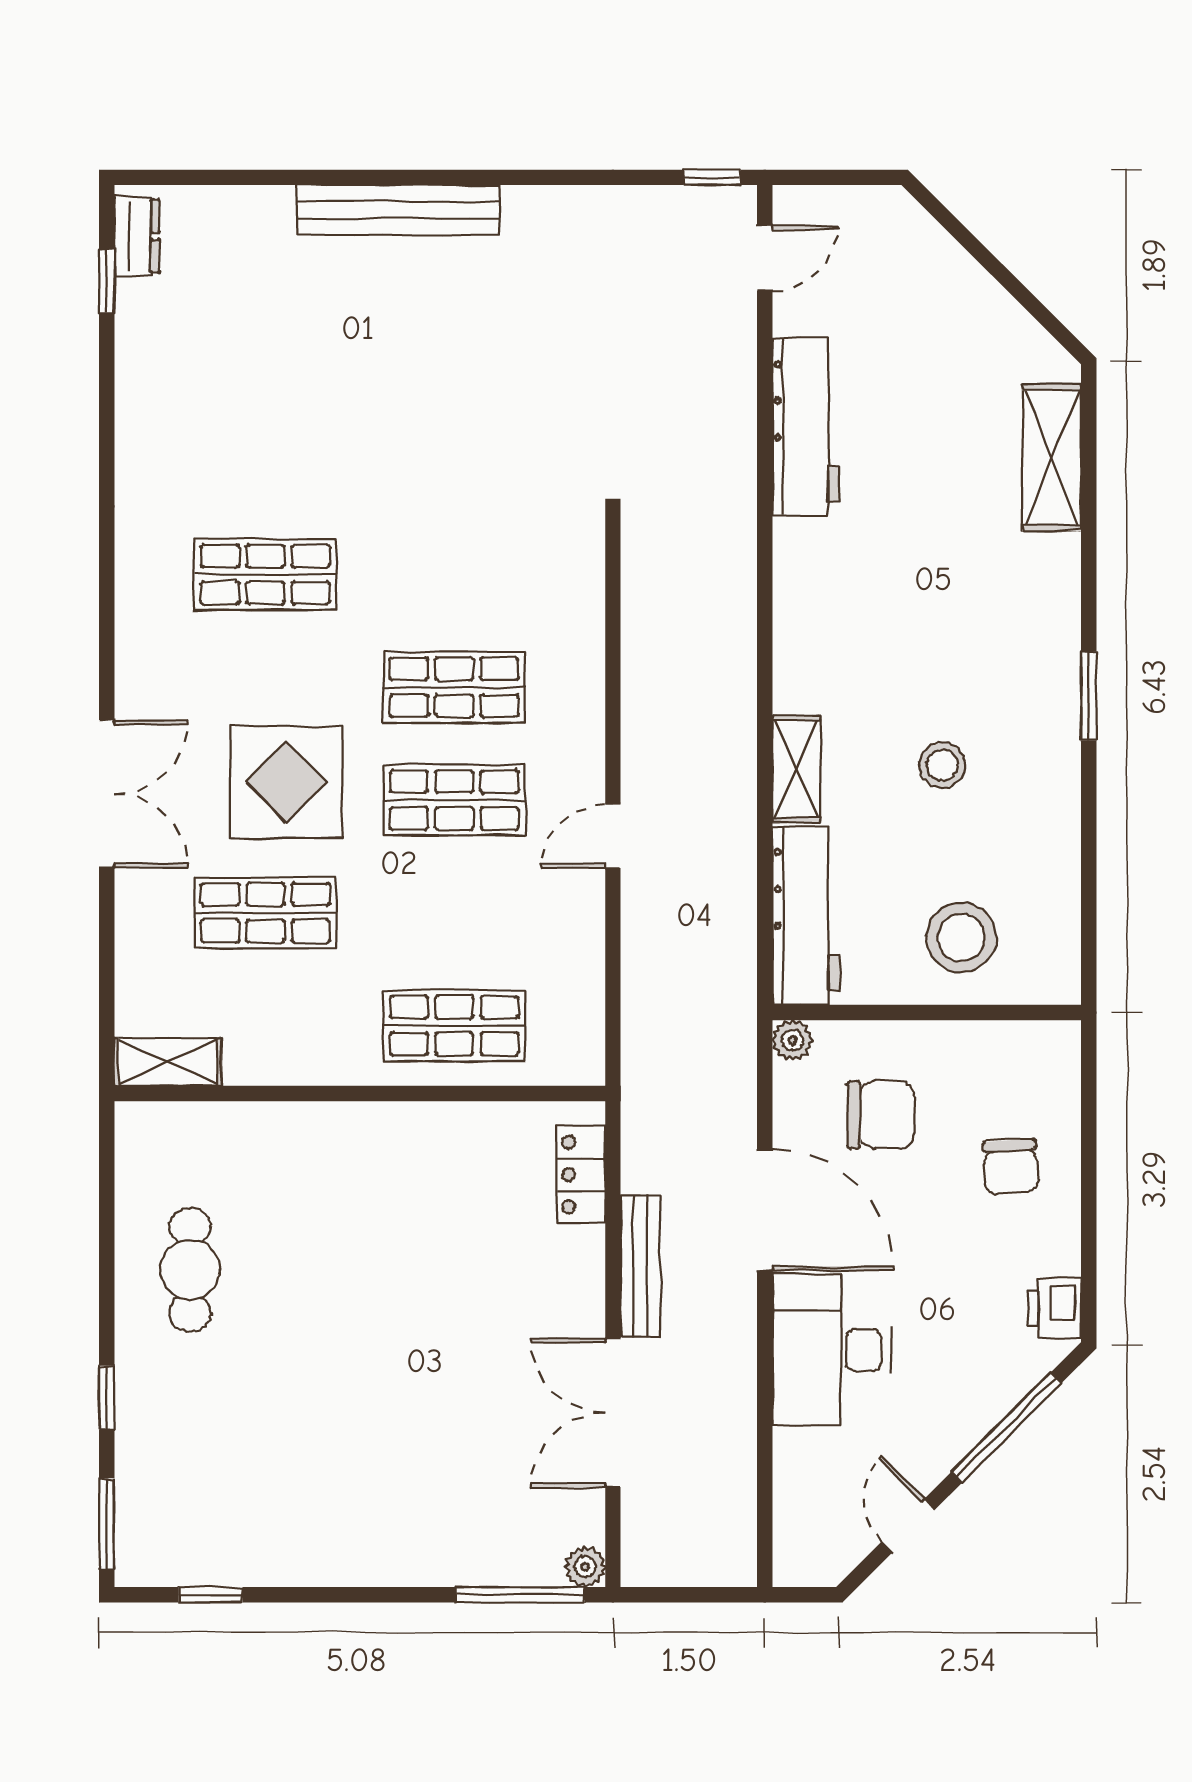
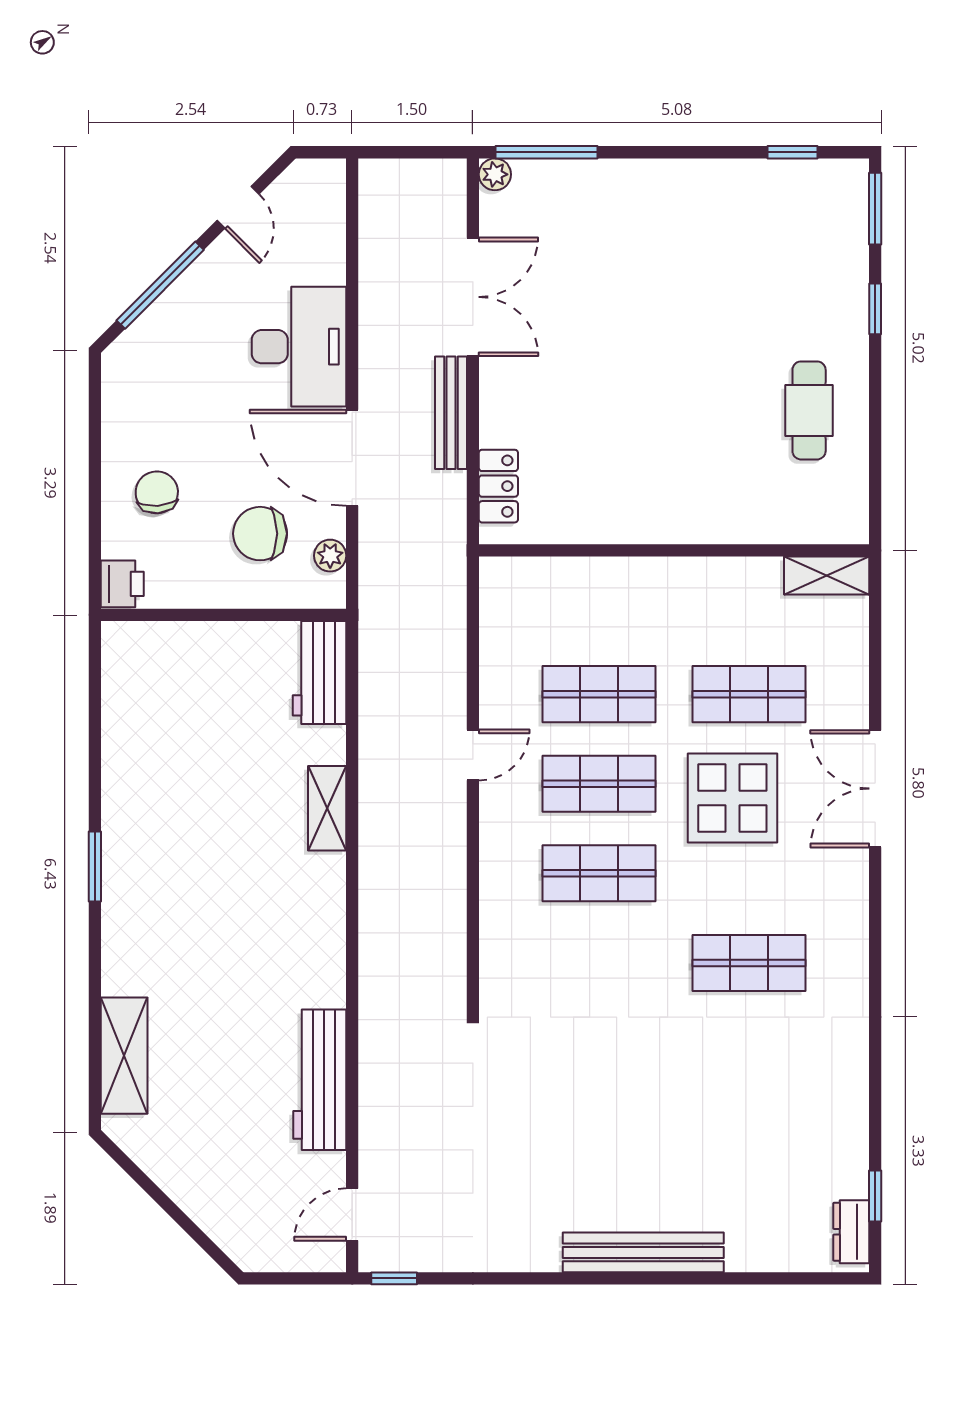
stool: (942, 765) -> (211, 811), removed
workbench: (806, 916) -> (320, 672), width x0.73
stool: (961, 938) -> (196, 674), removed
shop shelf: (454, 1026) -> (599, 694), moved
plant: (793, 1040) -> (330, 556), moved
printer: (1054, 1308) -> (122, 584), moved

